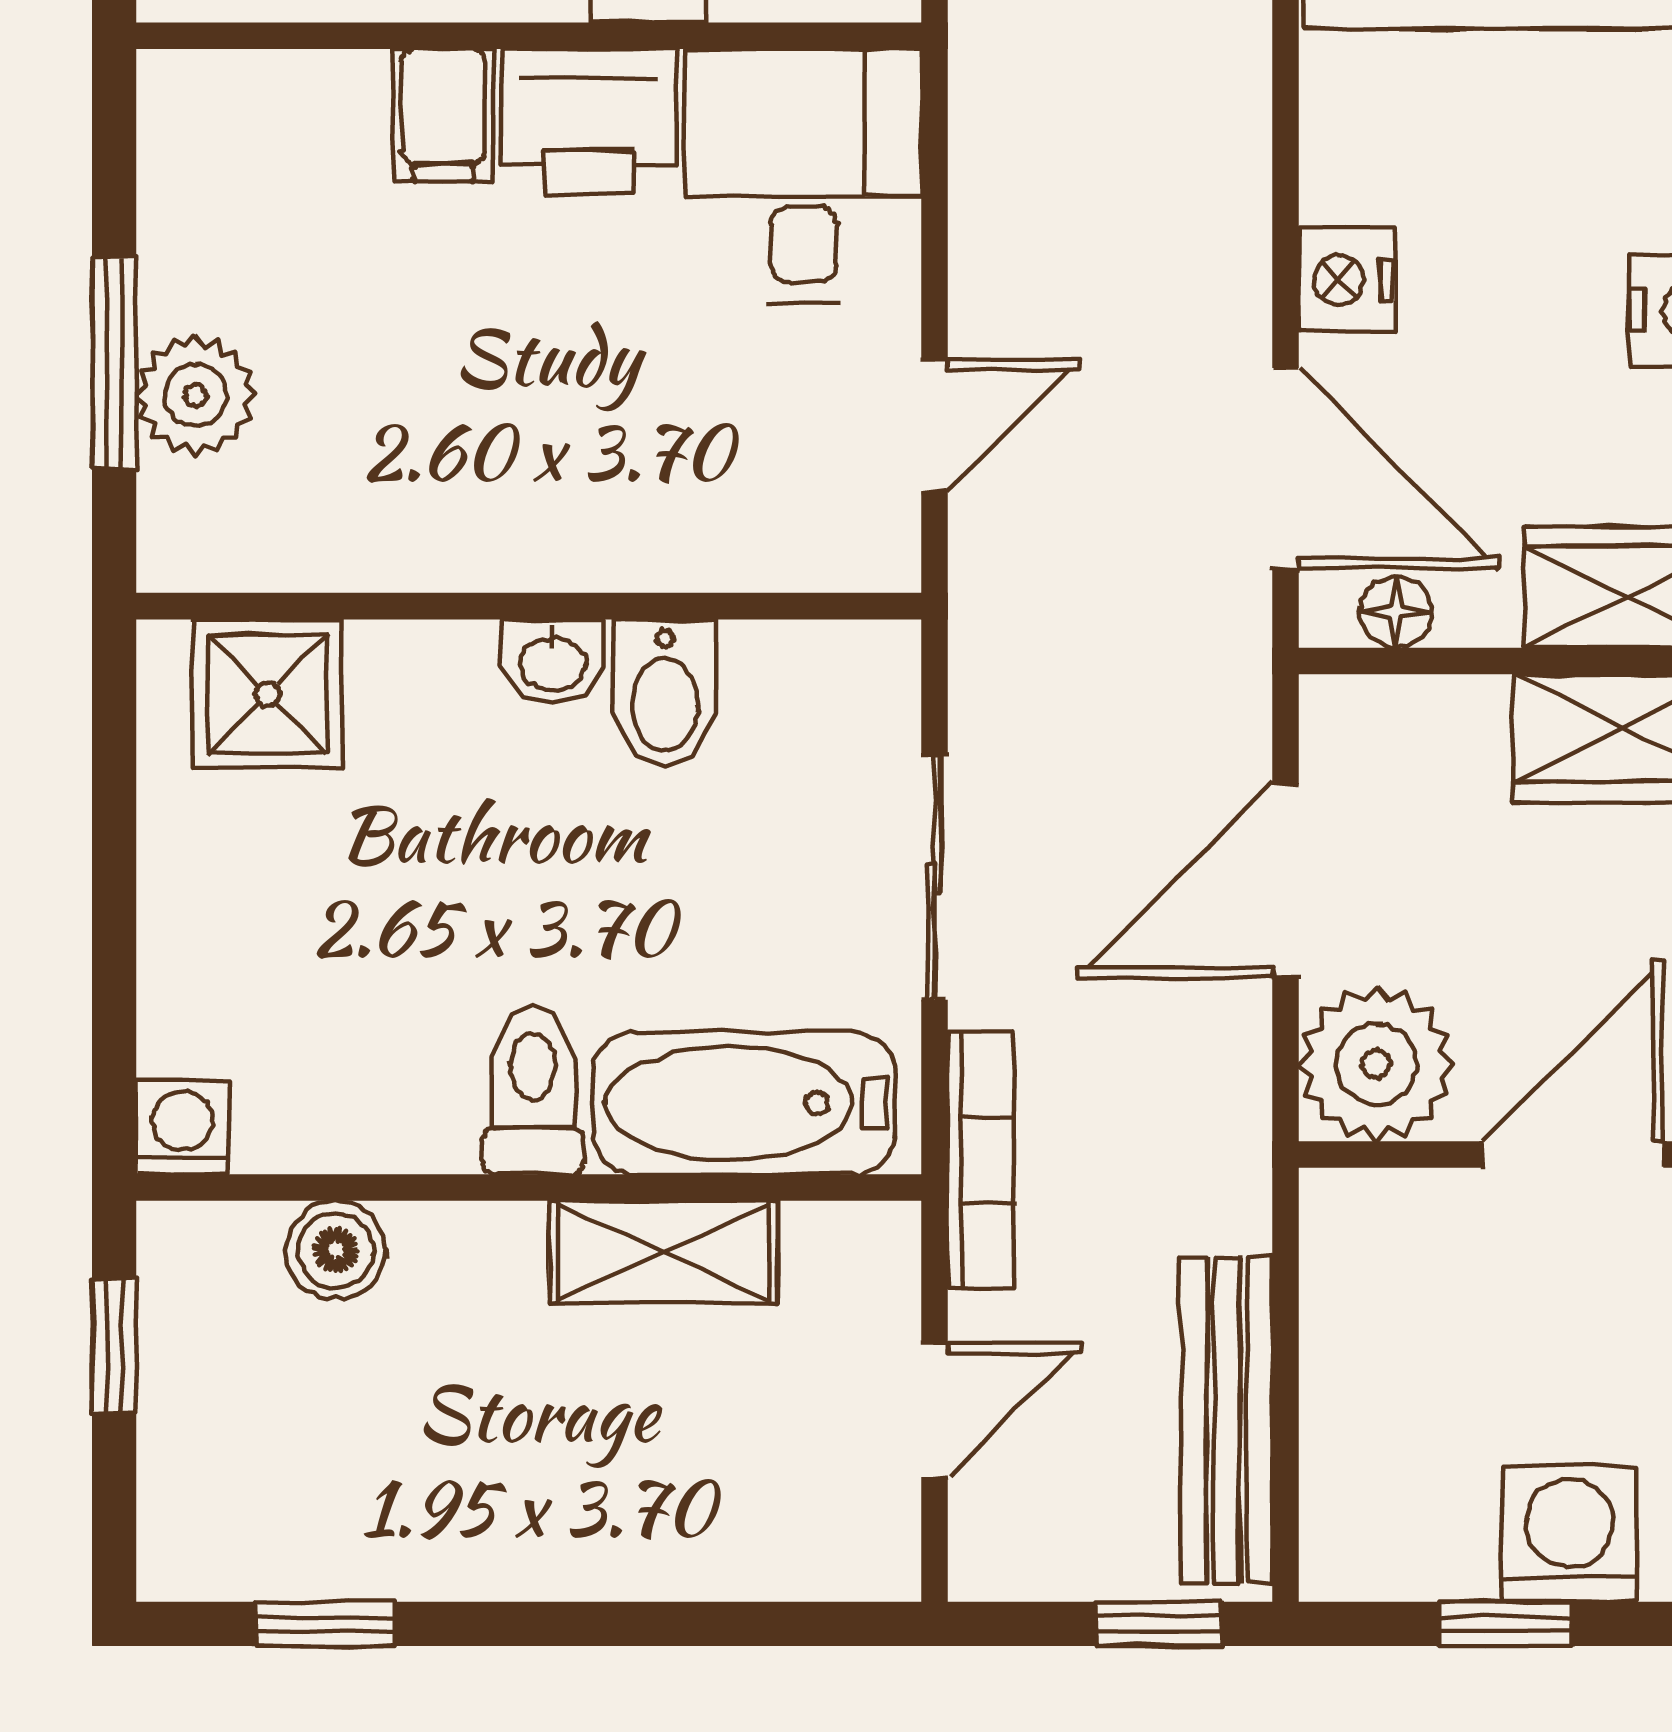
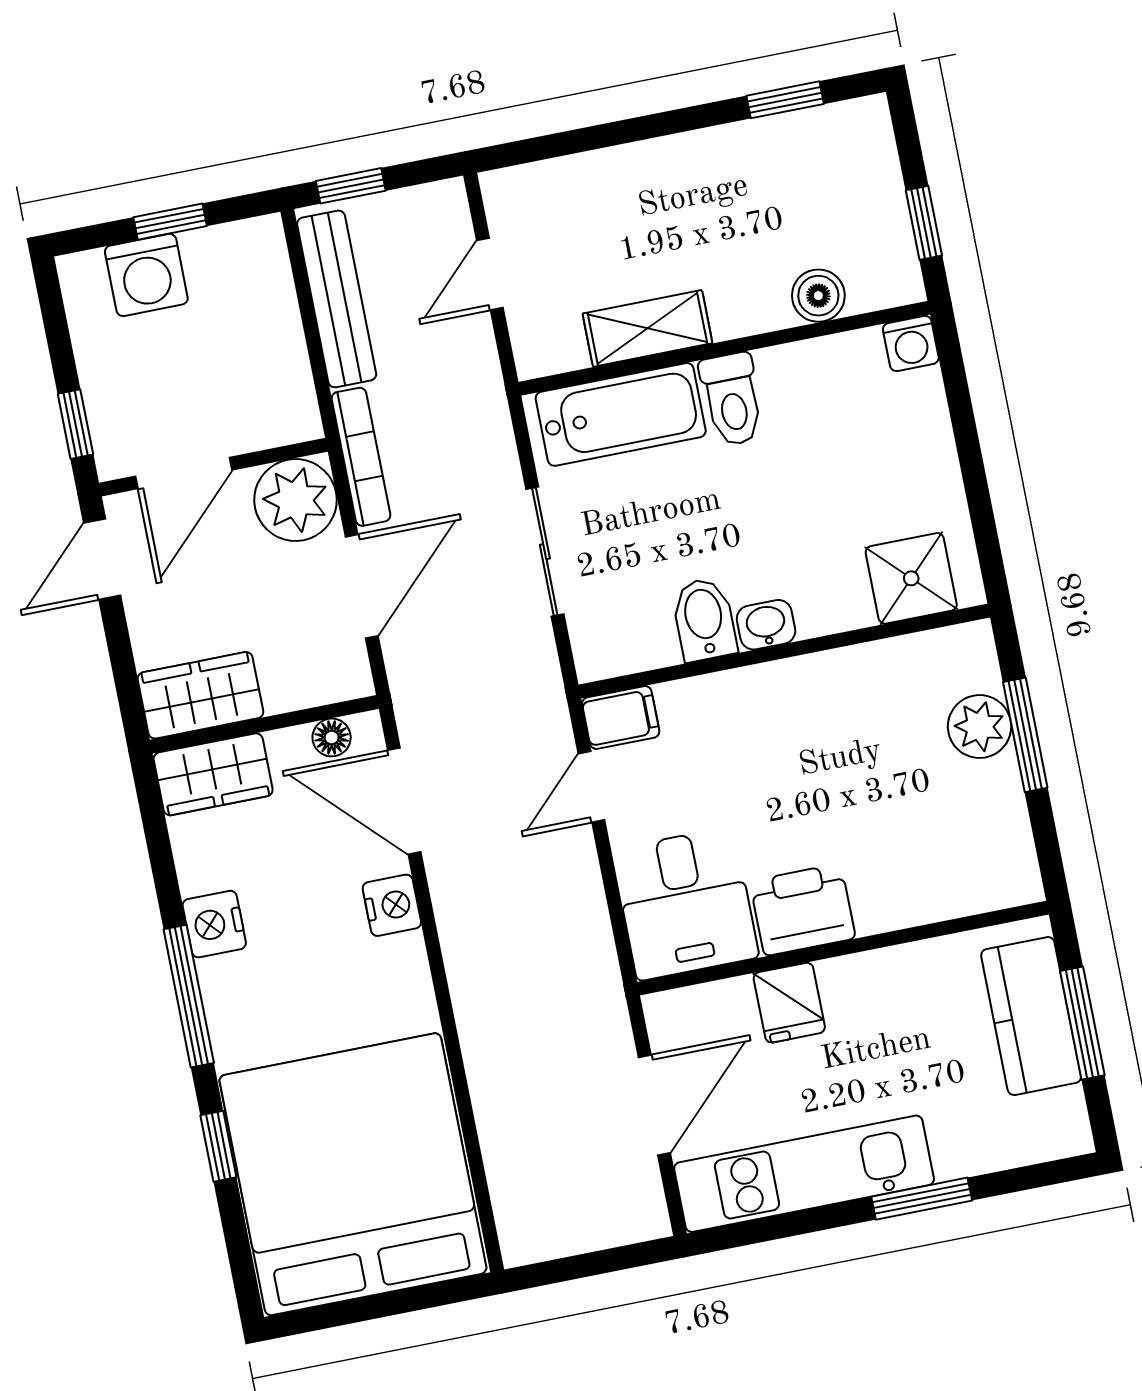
filing cabinet: (443, 115) -> (621, 717), moved, turned 90
bookcase: (981, 1160) -> (361, 457), moved, turned 180

